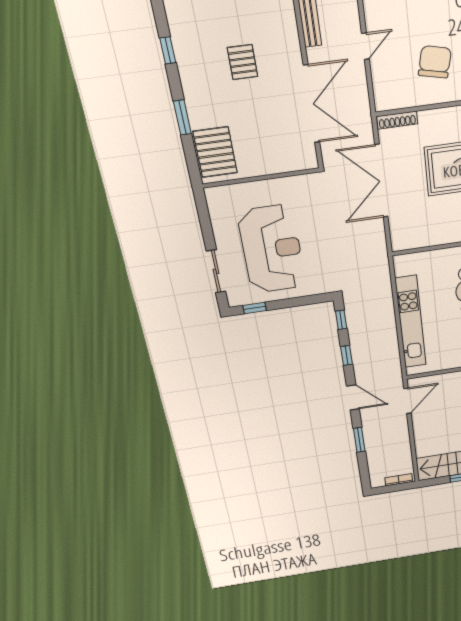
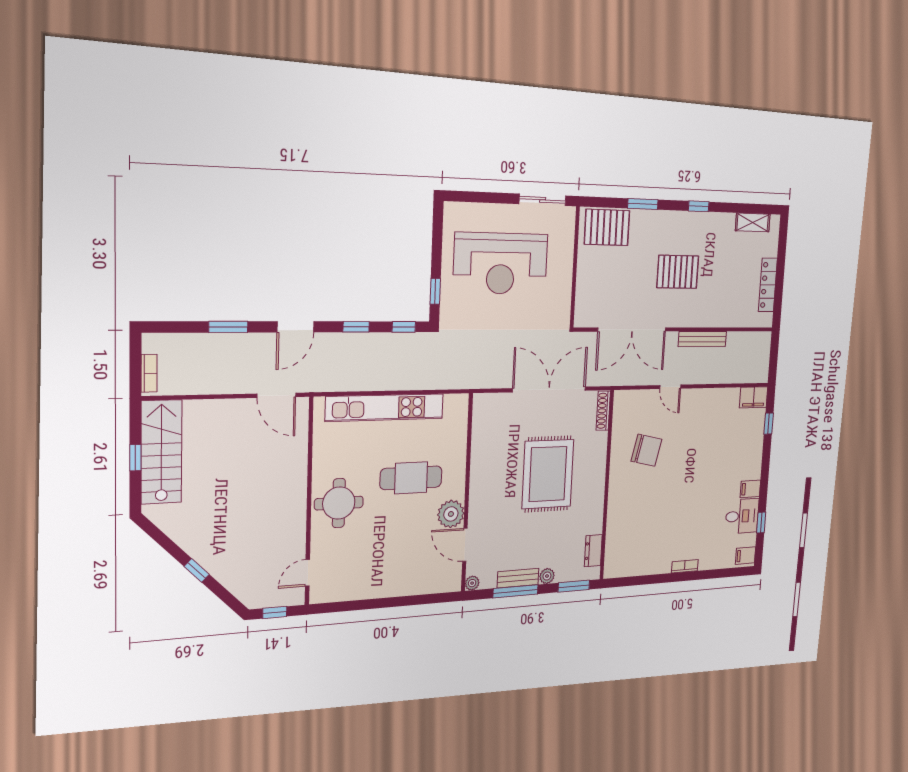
pallet: (242, 62) -> (678, 272), width x1.50, depth x1.42
sliding door: (216, 271) -> (543, 200), moved
window: (255, 308) -> (435, 291), moved

